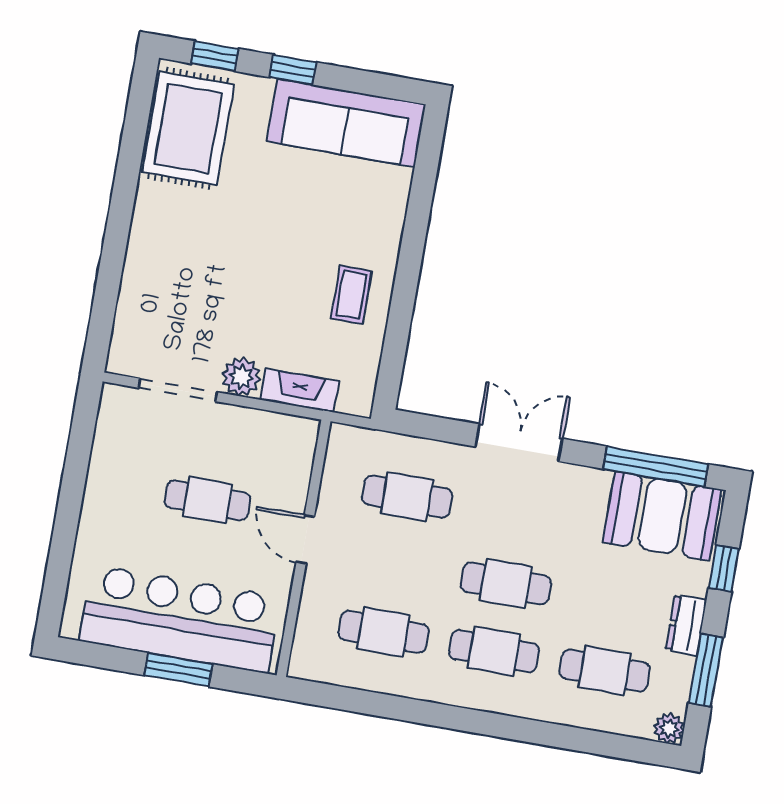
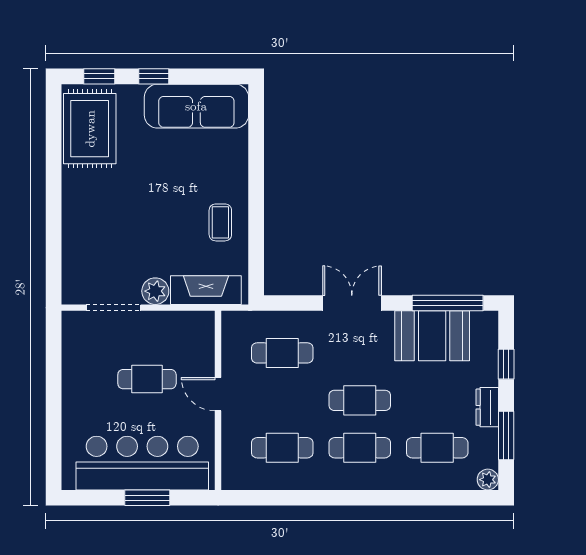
fireplace: (299, 390) -> (206, 290), width x1.37, depth x1.32
booth: (662, 516) -> (432, 336), moved

